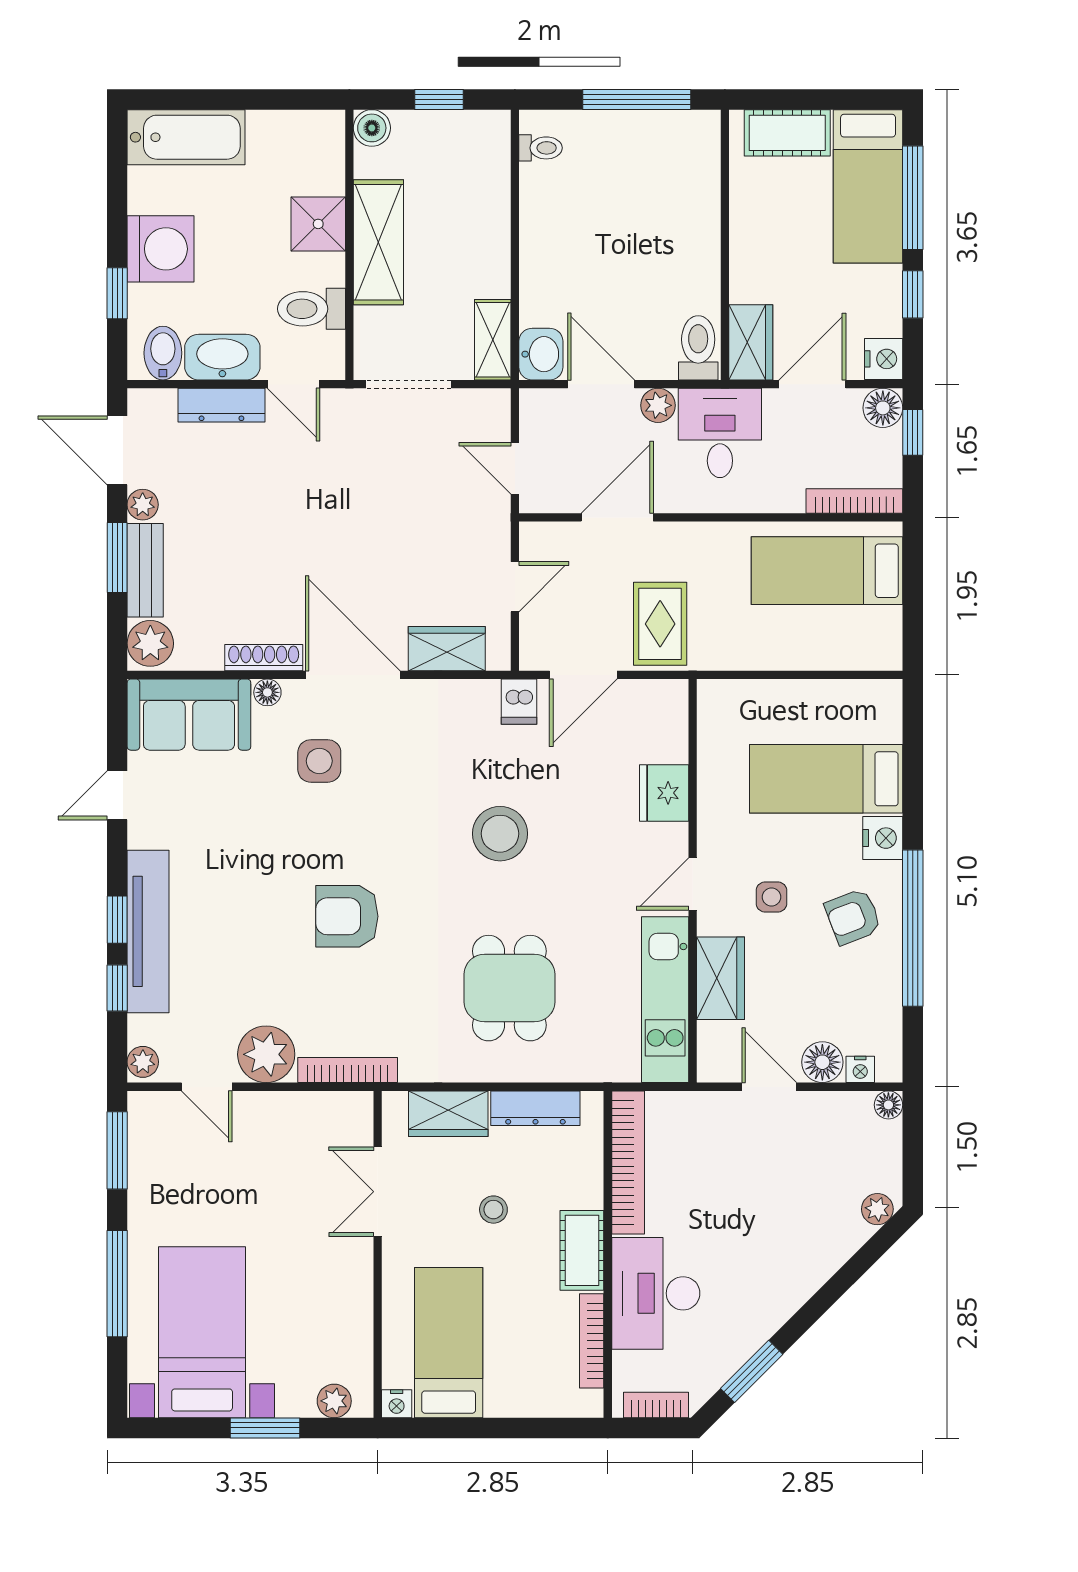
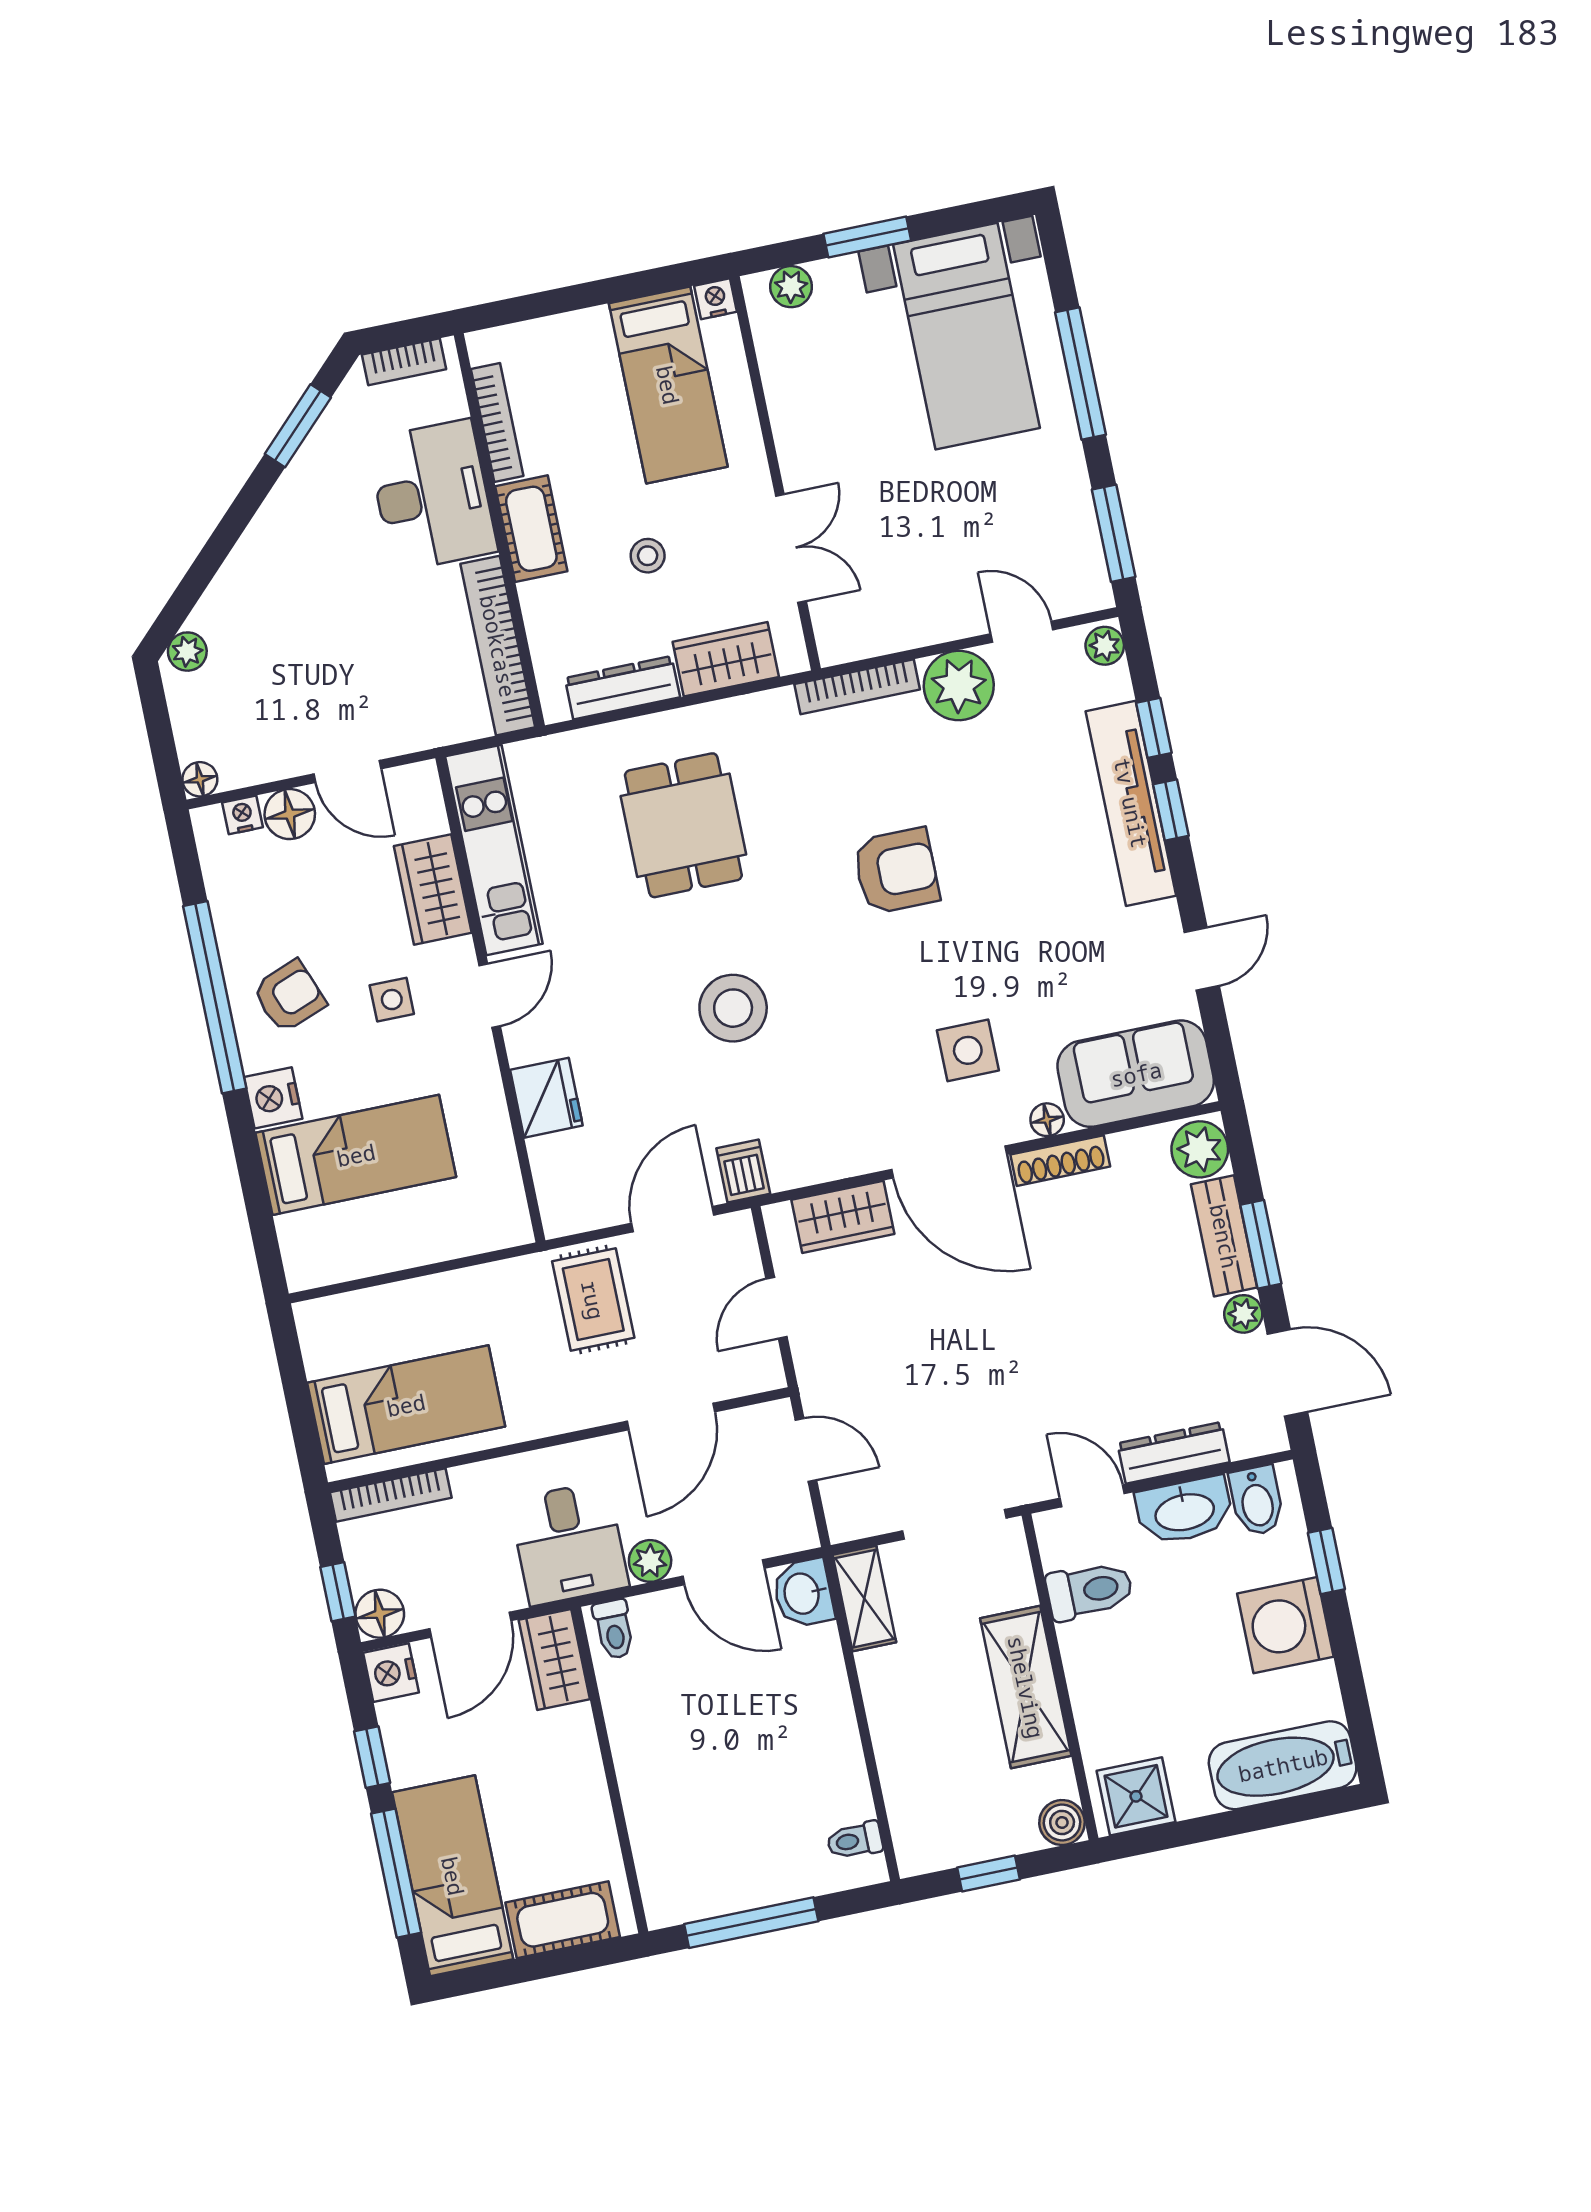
shower: (318, 224) -> (1136, 1796), moved
toilet: (698, 348) -> (614, 1629), width x0.73, depth x0.72

